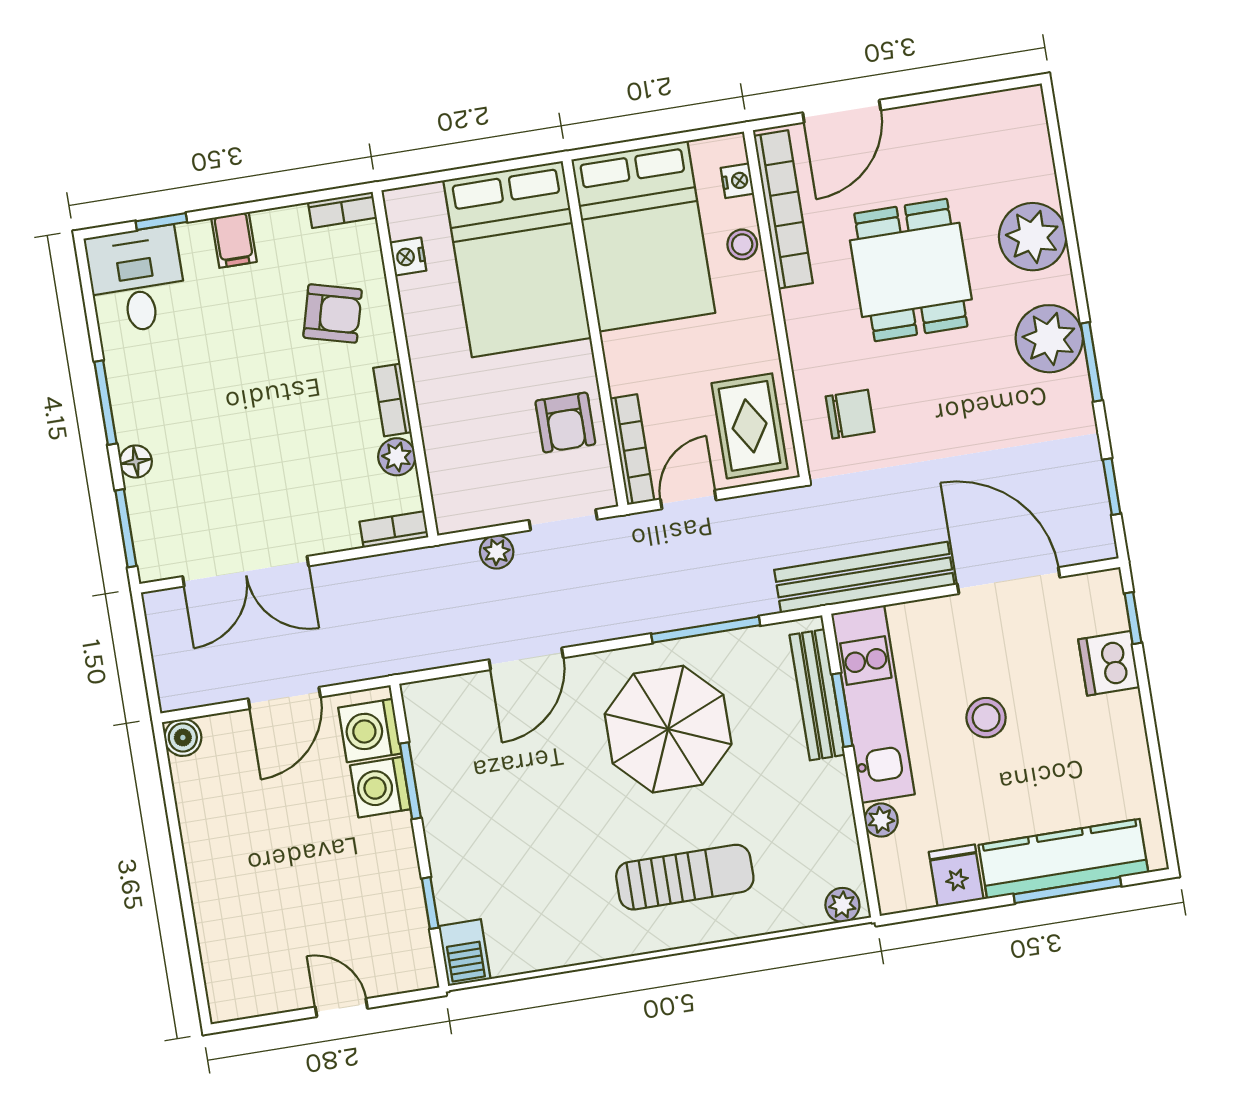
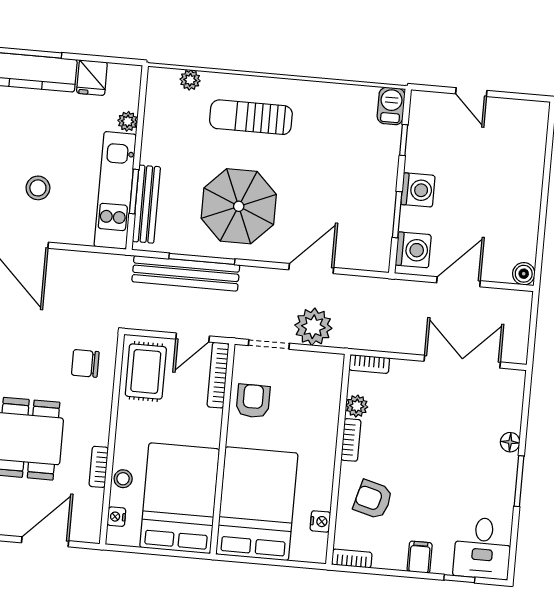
bookcase: (783, 209) -> (99, 467), width x0.43, depth x0.76
window: (126, 528) -> (526, 405), removed
plant: (497, 552) -> (313, 327), width x1.87, depth x1.87
bench: (864, 577) -> (186, 273), moved
stool: (986, 718) -> (38, 188), moved
washing machine: (380, 787) -> (418, 190), moved
plant: (842, 905) -> (190, 80), moved

